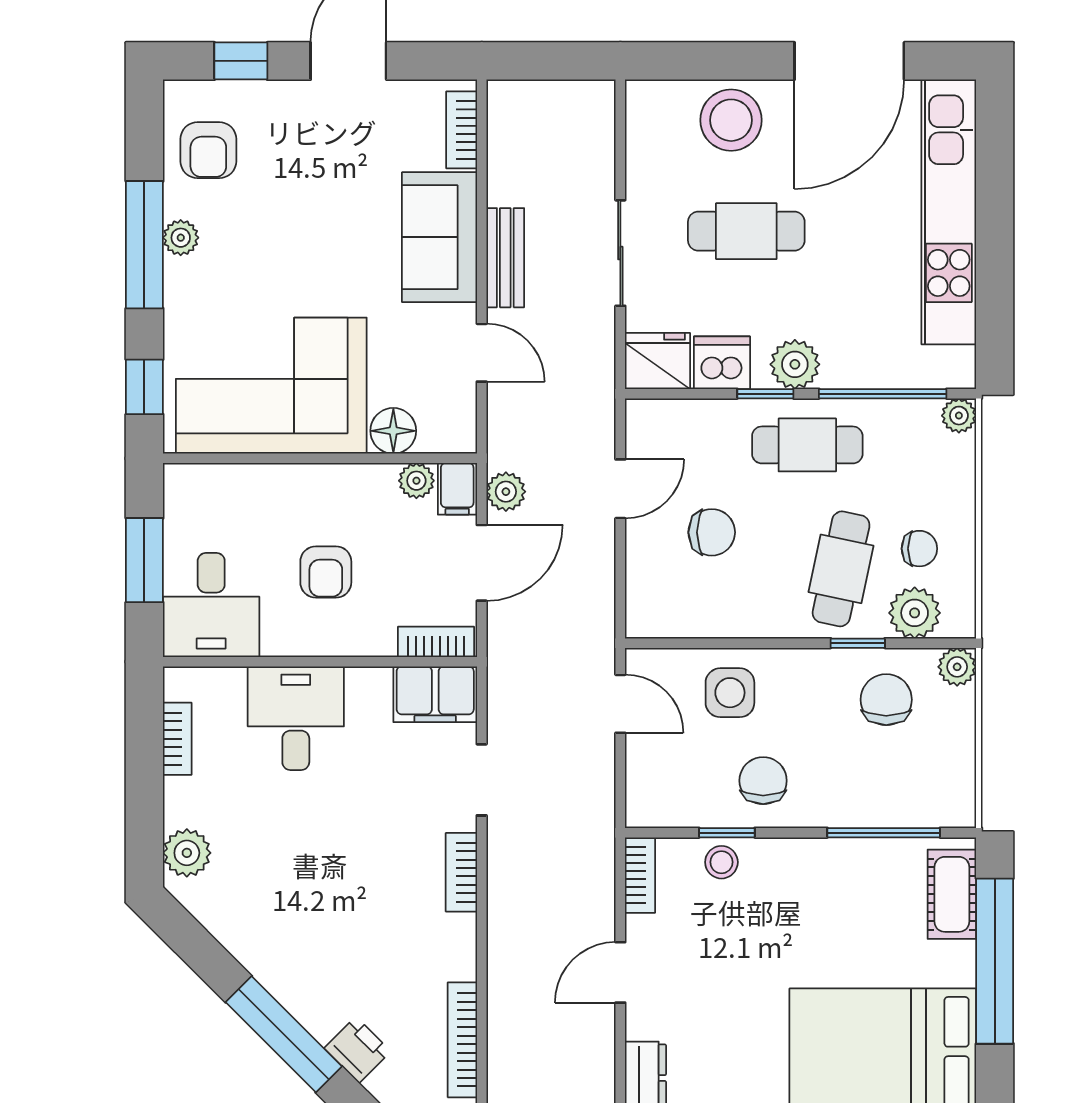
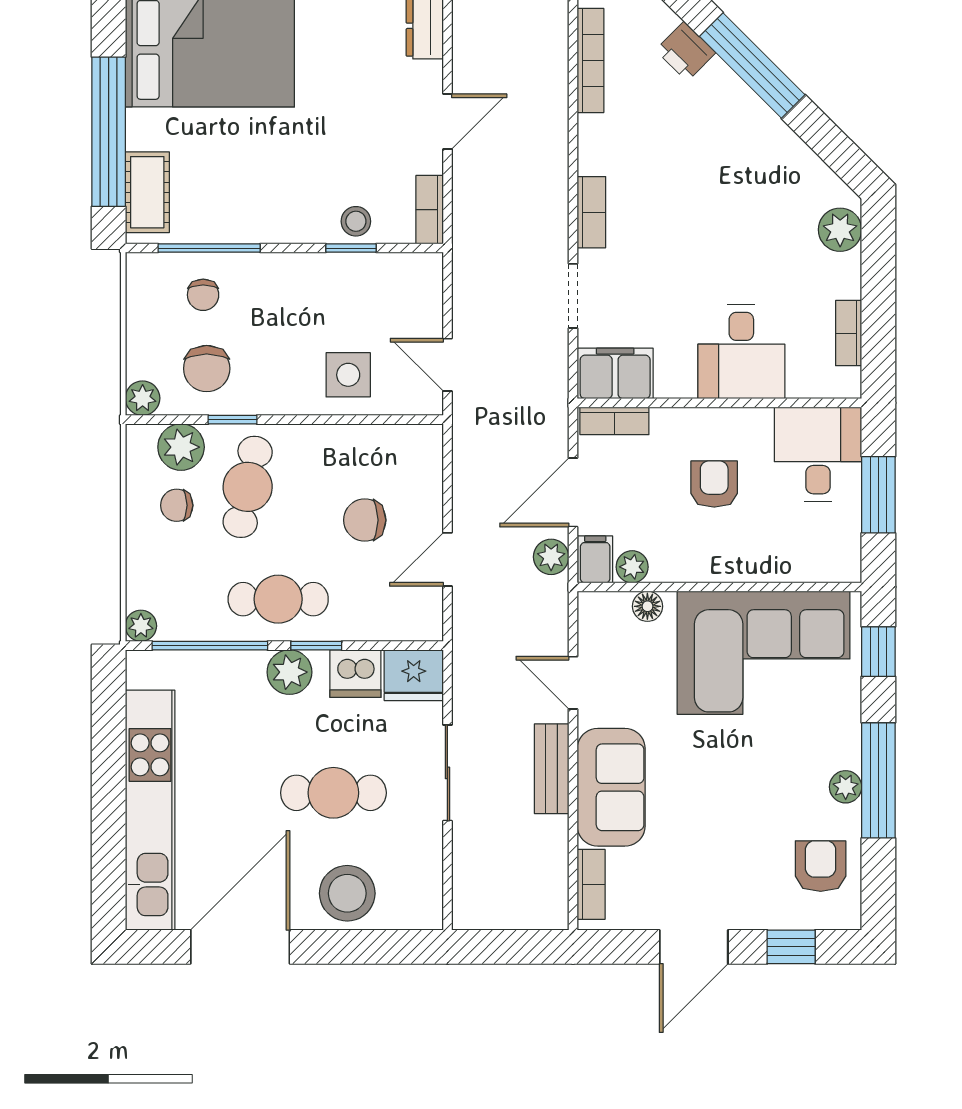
floor lamp: (393, 431) -> (647, 606), width x0.73, depth x0.73
chair: (763, 781) -> (203, 295), moved, width x0.73, depth x0.73

